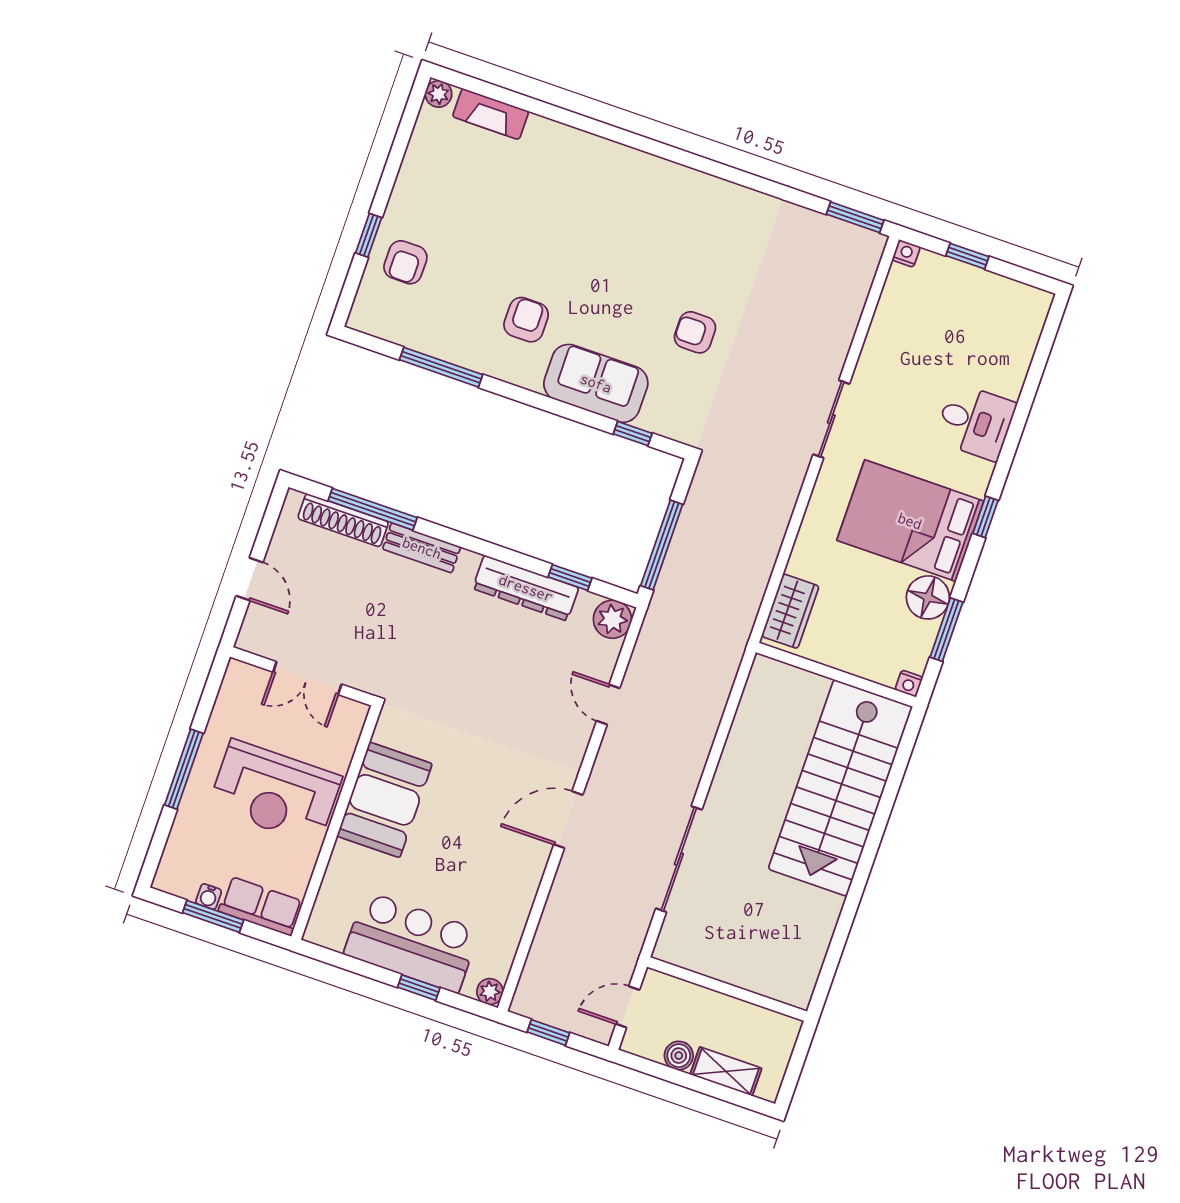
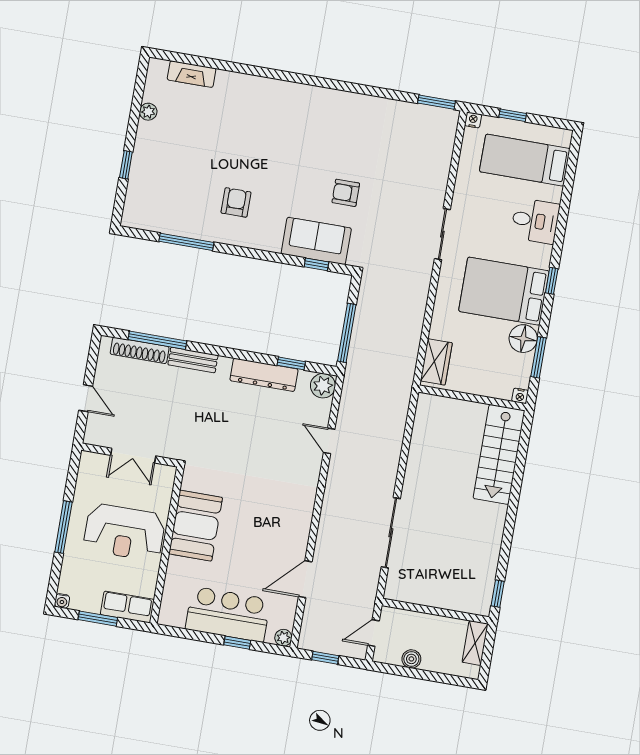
plant: (439, 94) -> (148, 112), moved
armchair: (405, 262) -> (152, 178), removed
bed: (975, 327) -> (525, 160), added
sofa: (596, 383) -> (316, 241), moved
stairs: (840, 788) -> (499, 454), width x0.73, depth x0.66
door: (568, 820) -> (305, 579), moved
water cooler: (209, 897) -> (62, 601), moved
window: (826, 978) -> (498, 594), added
shelving: (726, 1071) -> (475, 643), moved, turned 90

